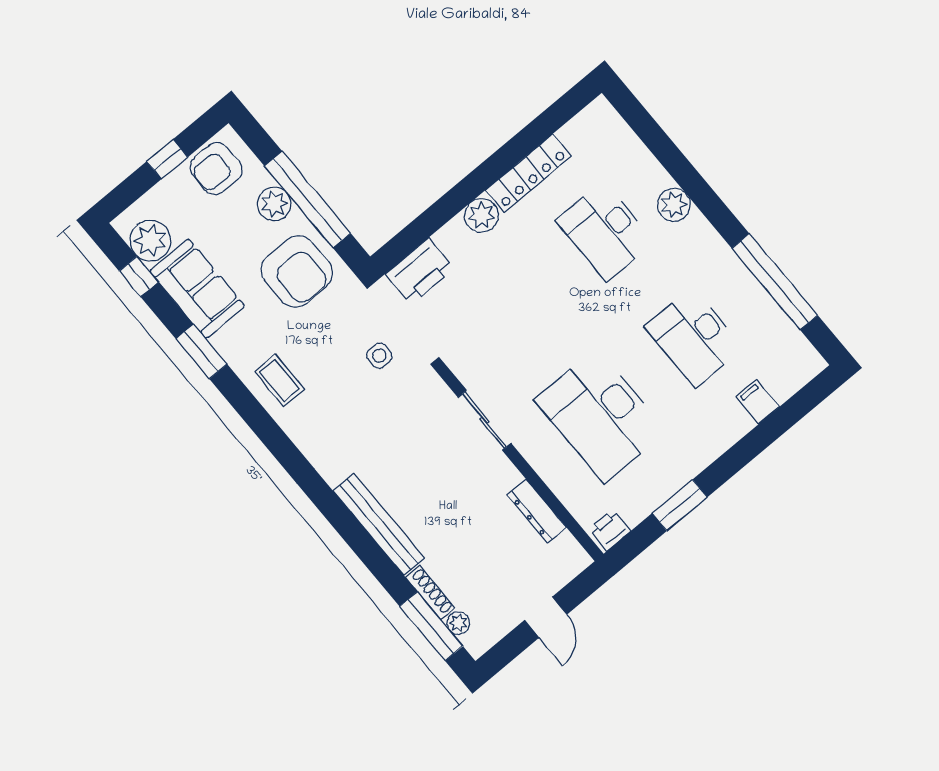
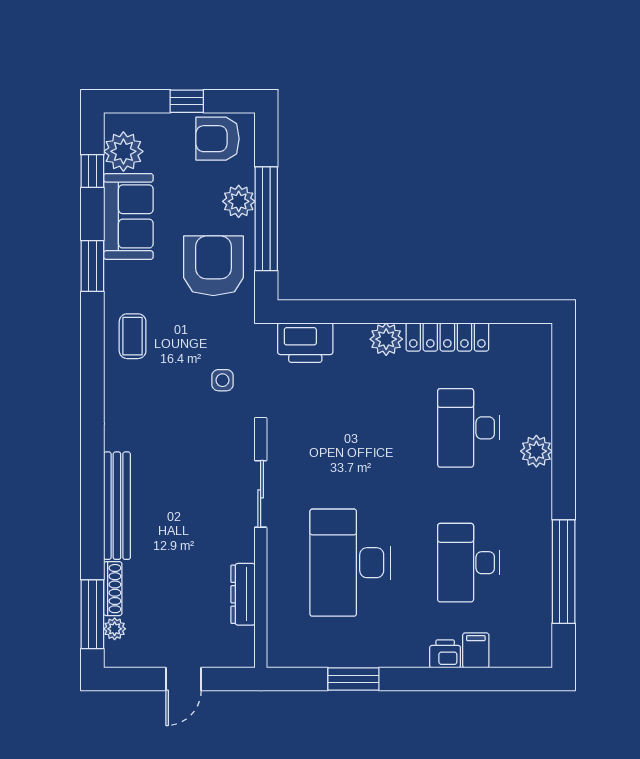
armchair: (297, 271) -> (213, 266), turned 180
printer: (610, 530) -> (445, 654), moved

